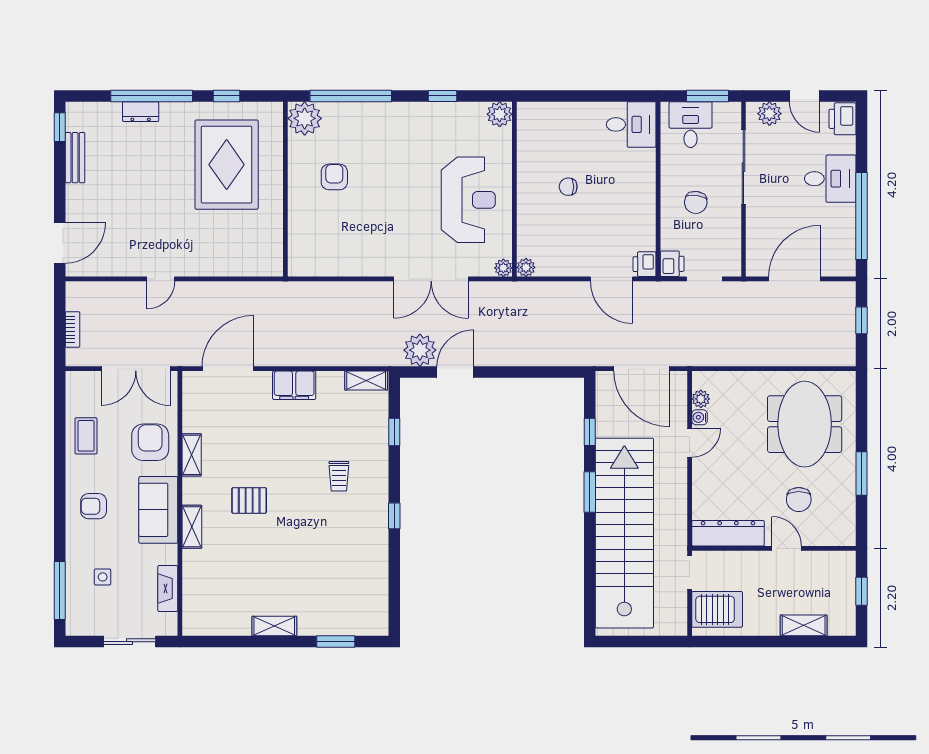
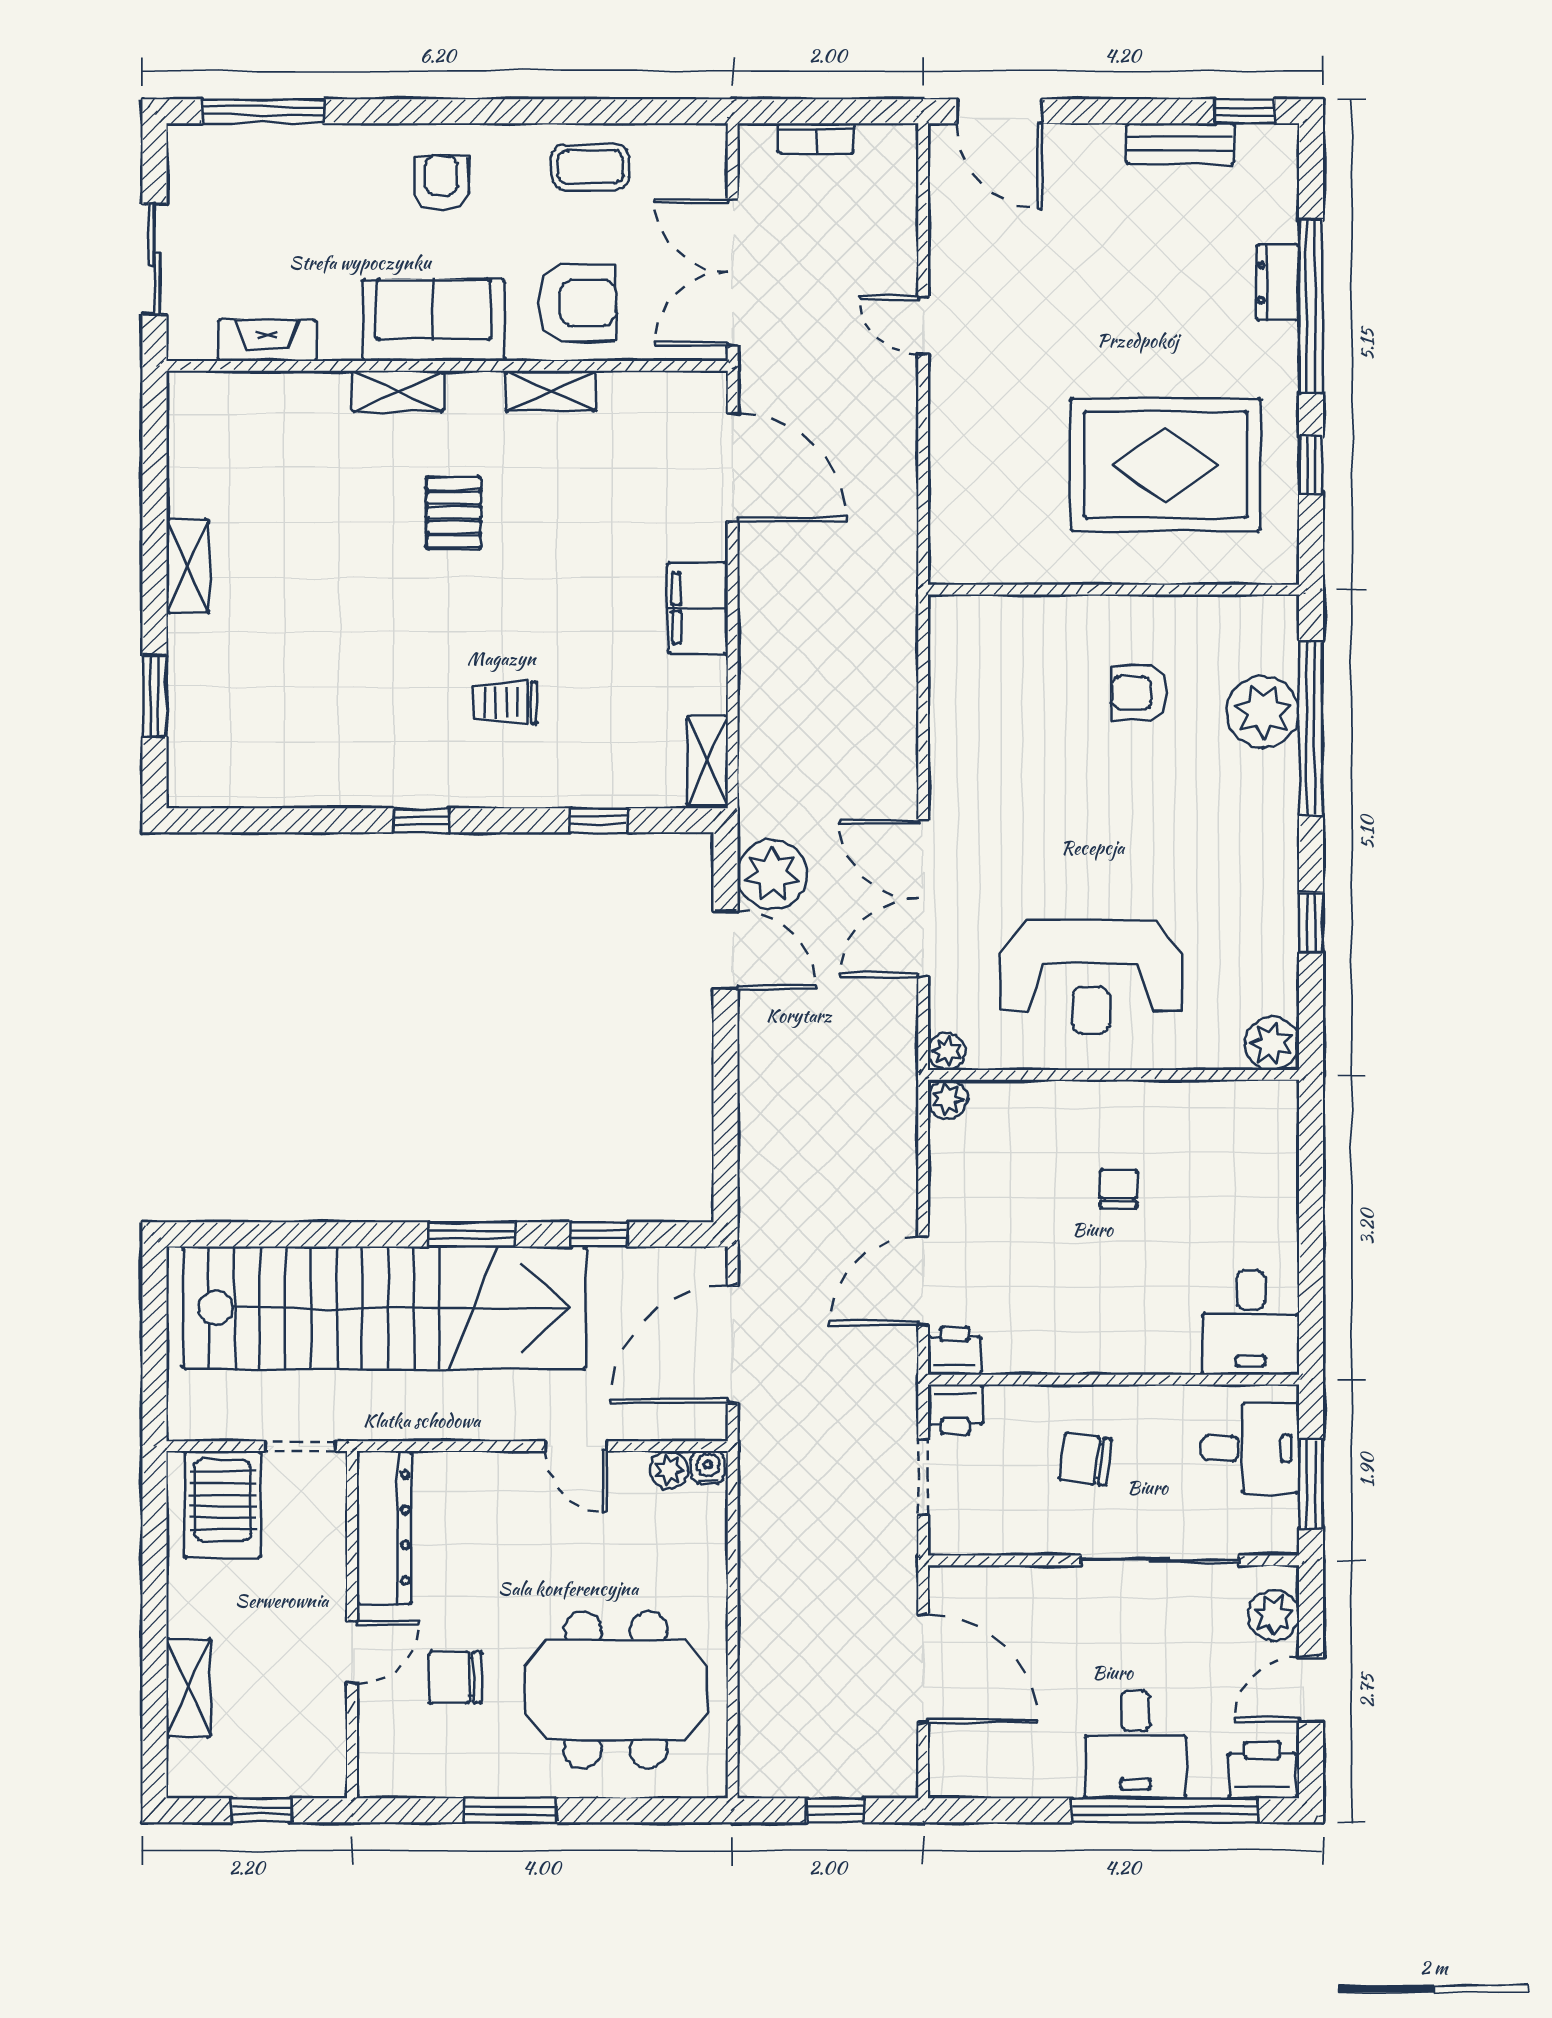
plant: (305, 118) -> (1263, 712), moved
armchair: (334, 177) -> (1139, 693), turned 180
window: (861, 216) -> (1165, 1810), moved
water cooler: (700, 417) -> (708, 1467), moved
side table: (103, 577) -> (291, 202), removed

